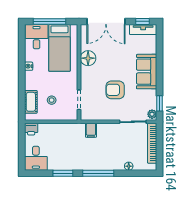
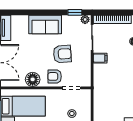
armchair: (91, 82) -> (55, 76), added
armchair: (115, 90) -> (62, 54), turned -94
filing cabinet: (91, 130) -> (100, 58), moved

